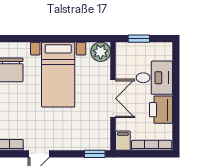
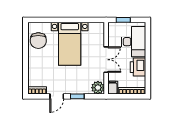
plant: (101, 52) -> (98, 88), moved
desk: (154, 78) -> (134, 42), width x1.37
window: (95, 154) -> (77, 96), moved

